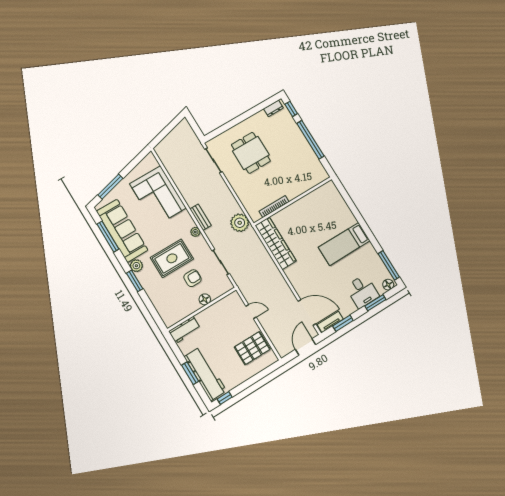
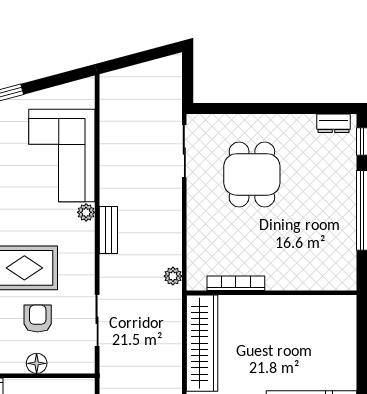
plant: (240, 223) -> (173, 276), width x0.53, depth x0.53
plant: (195, 232) -> (86, 212), moved
armchair: (192, 278) -> (38, 319), turned -90

